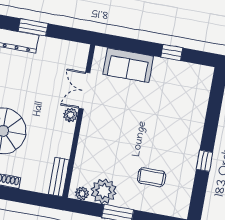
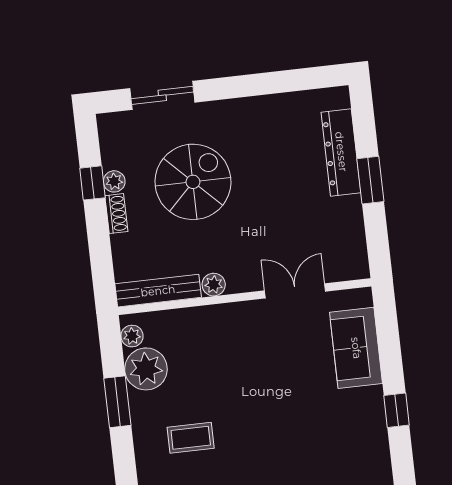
plant: (70, 115) -> (214, 285), moved
bench: (59, 177) -> (158, 291), width x1.36
coffee table: (152, 177) -> (191, 438), turned 90

